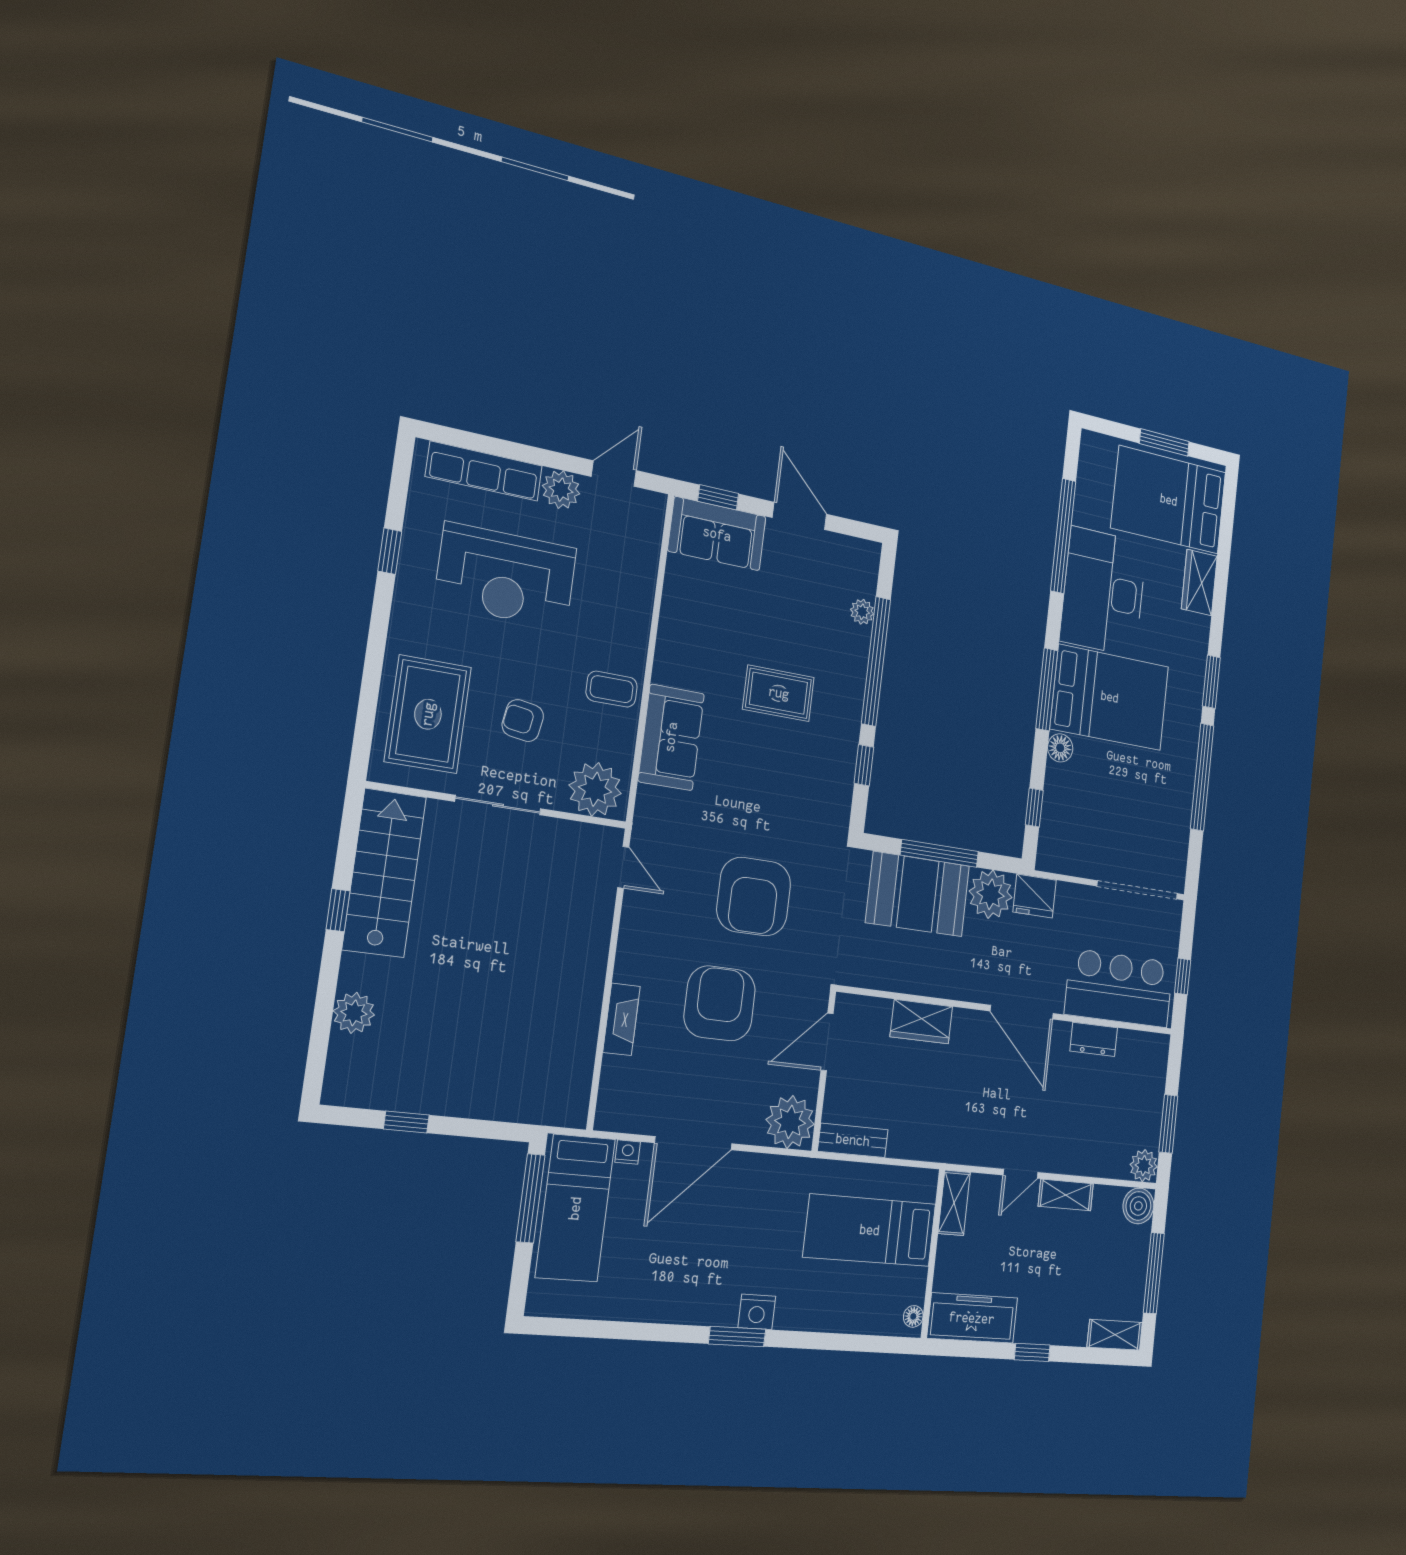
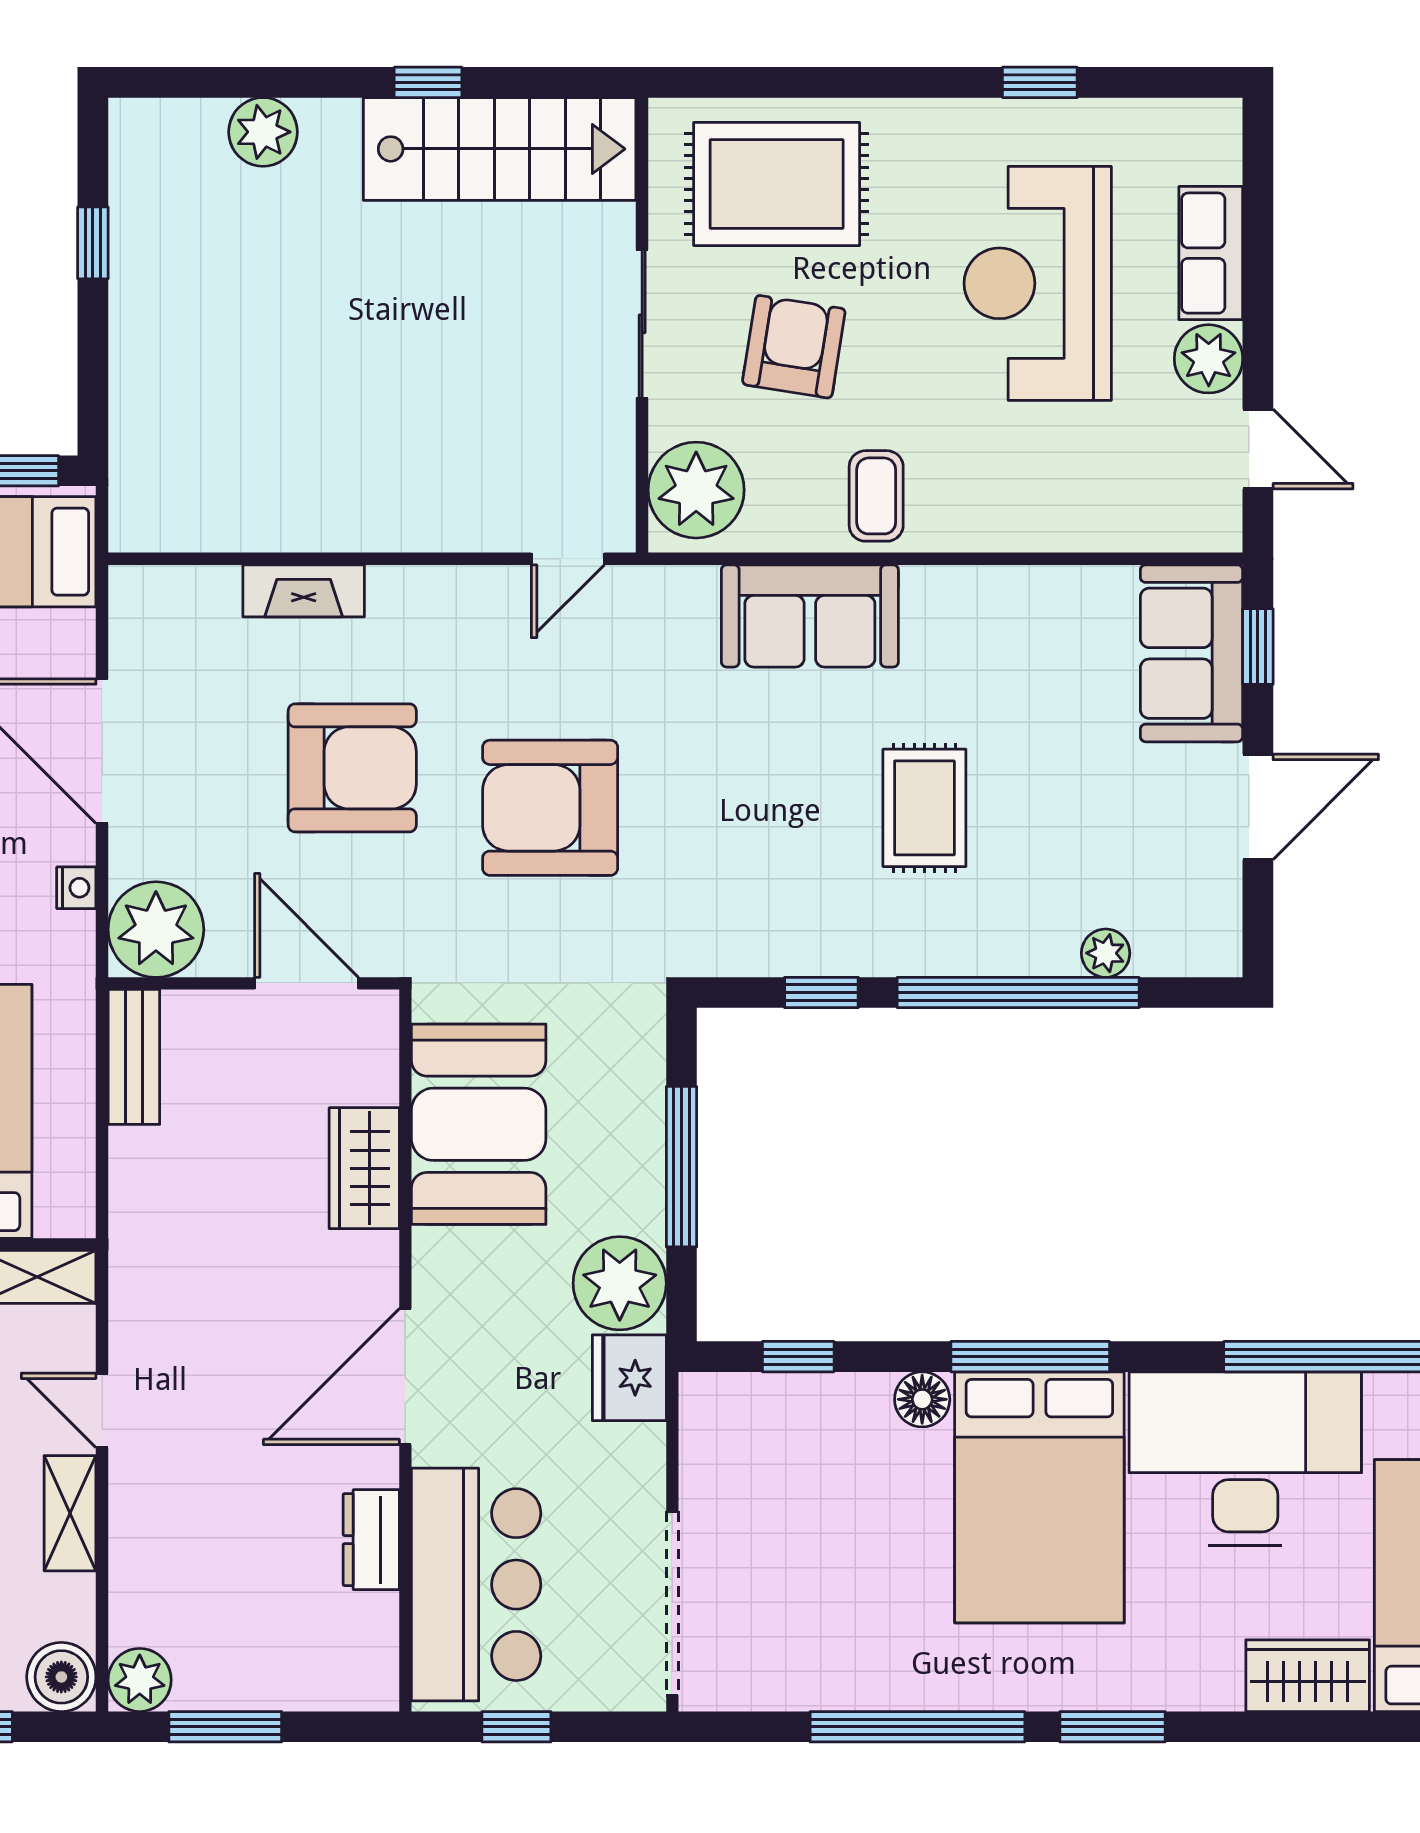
row of seats: (484, 471) -> (1211, 253), width x0.68
armchair: (523, 721) -> (794, 347), width x1.38, depth x1.38
booth: (918, 894) -> (479, 1124), moved
nightstand: (628, 1152) -> (76, 888), moved

